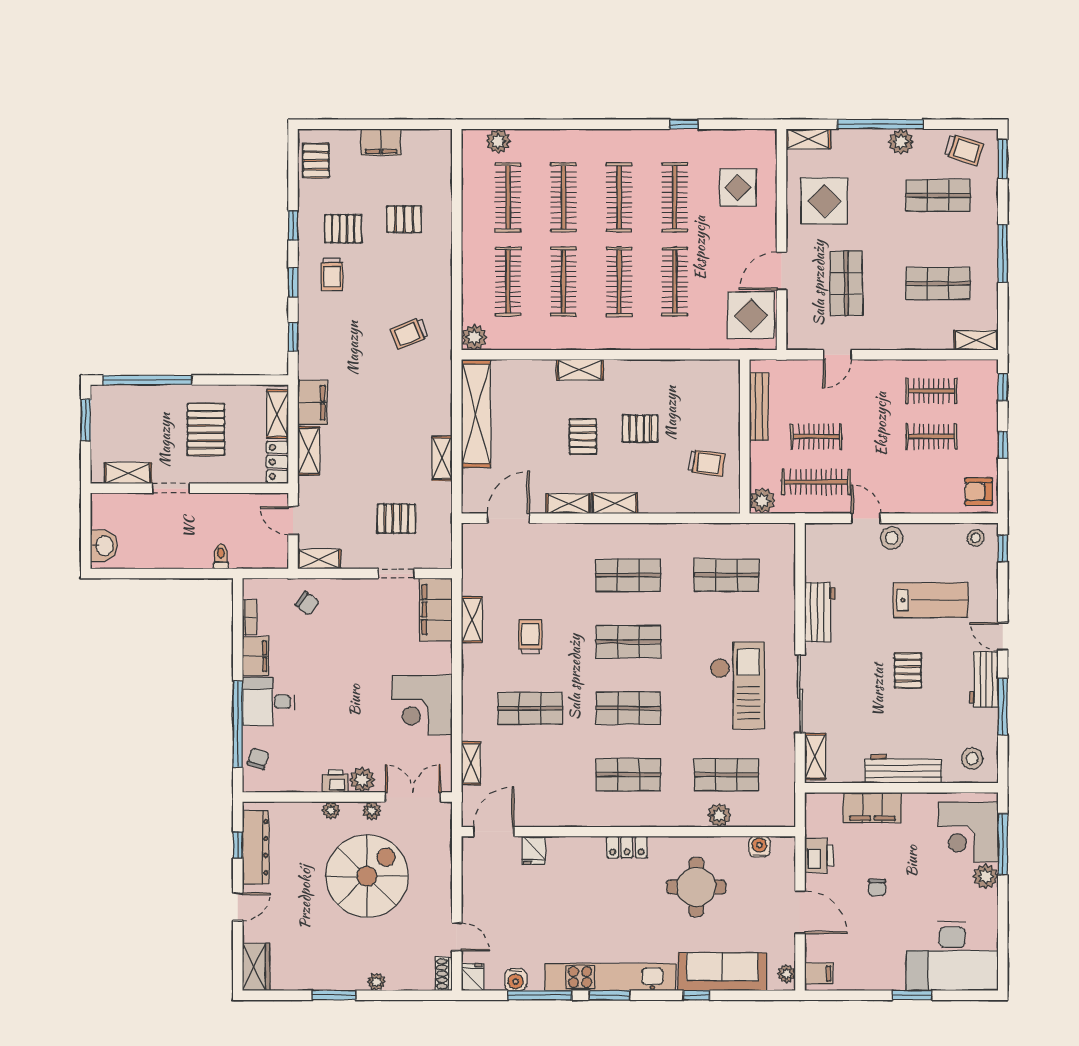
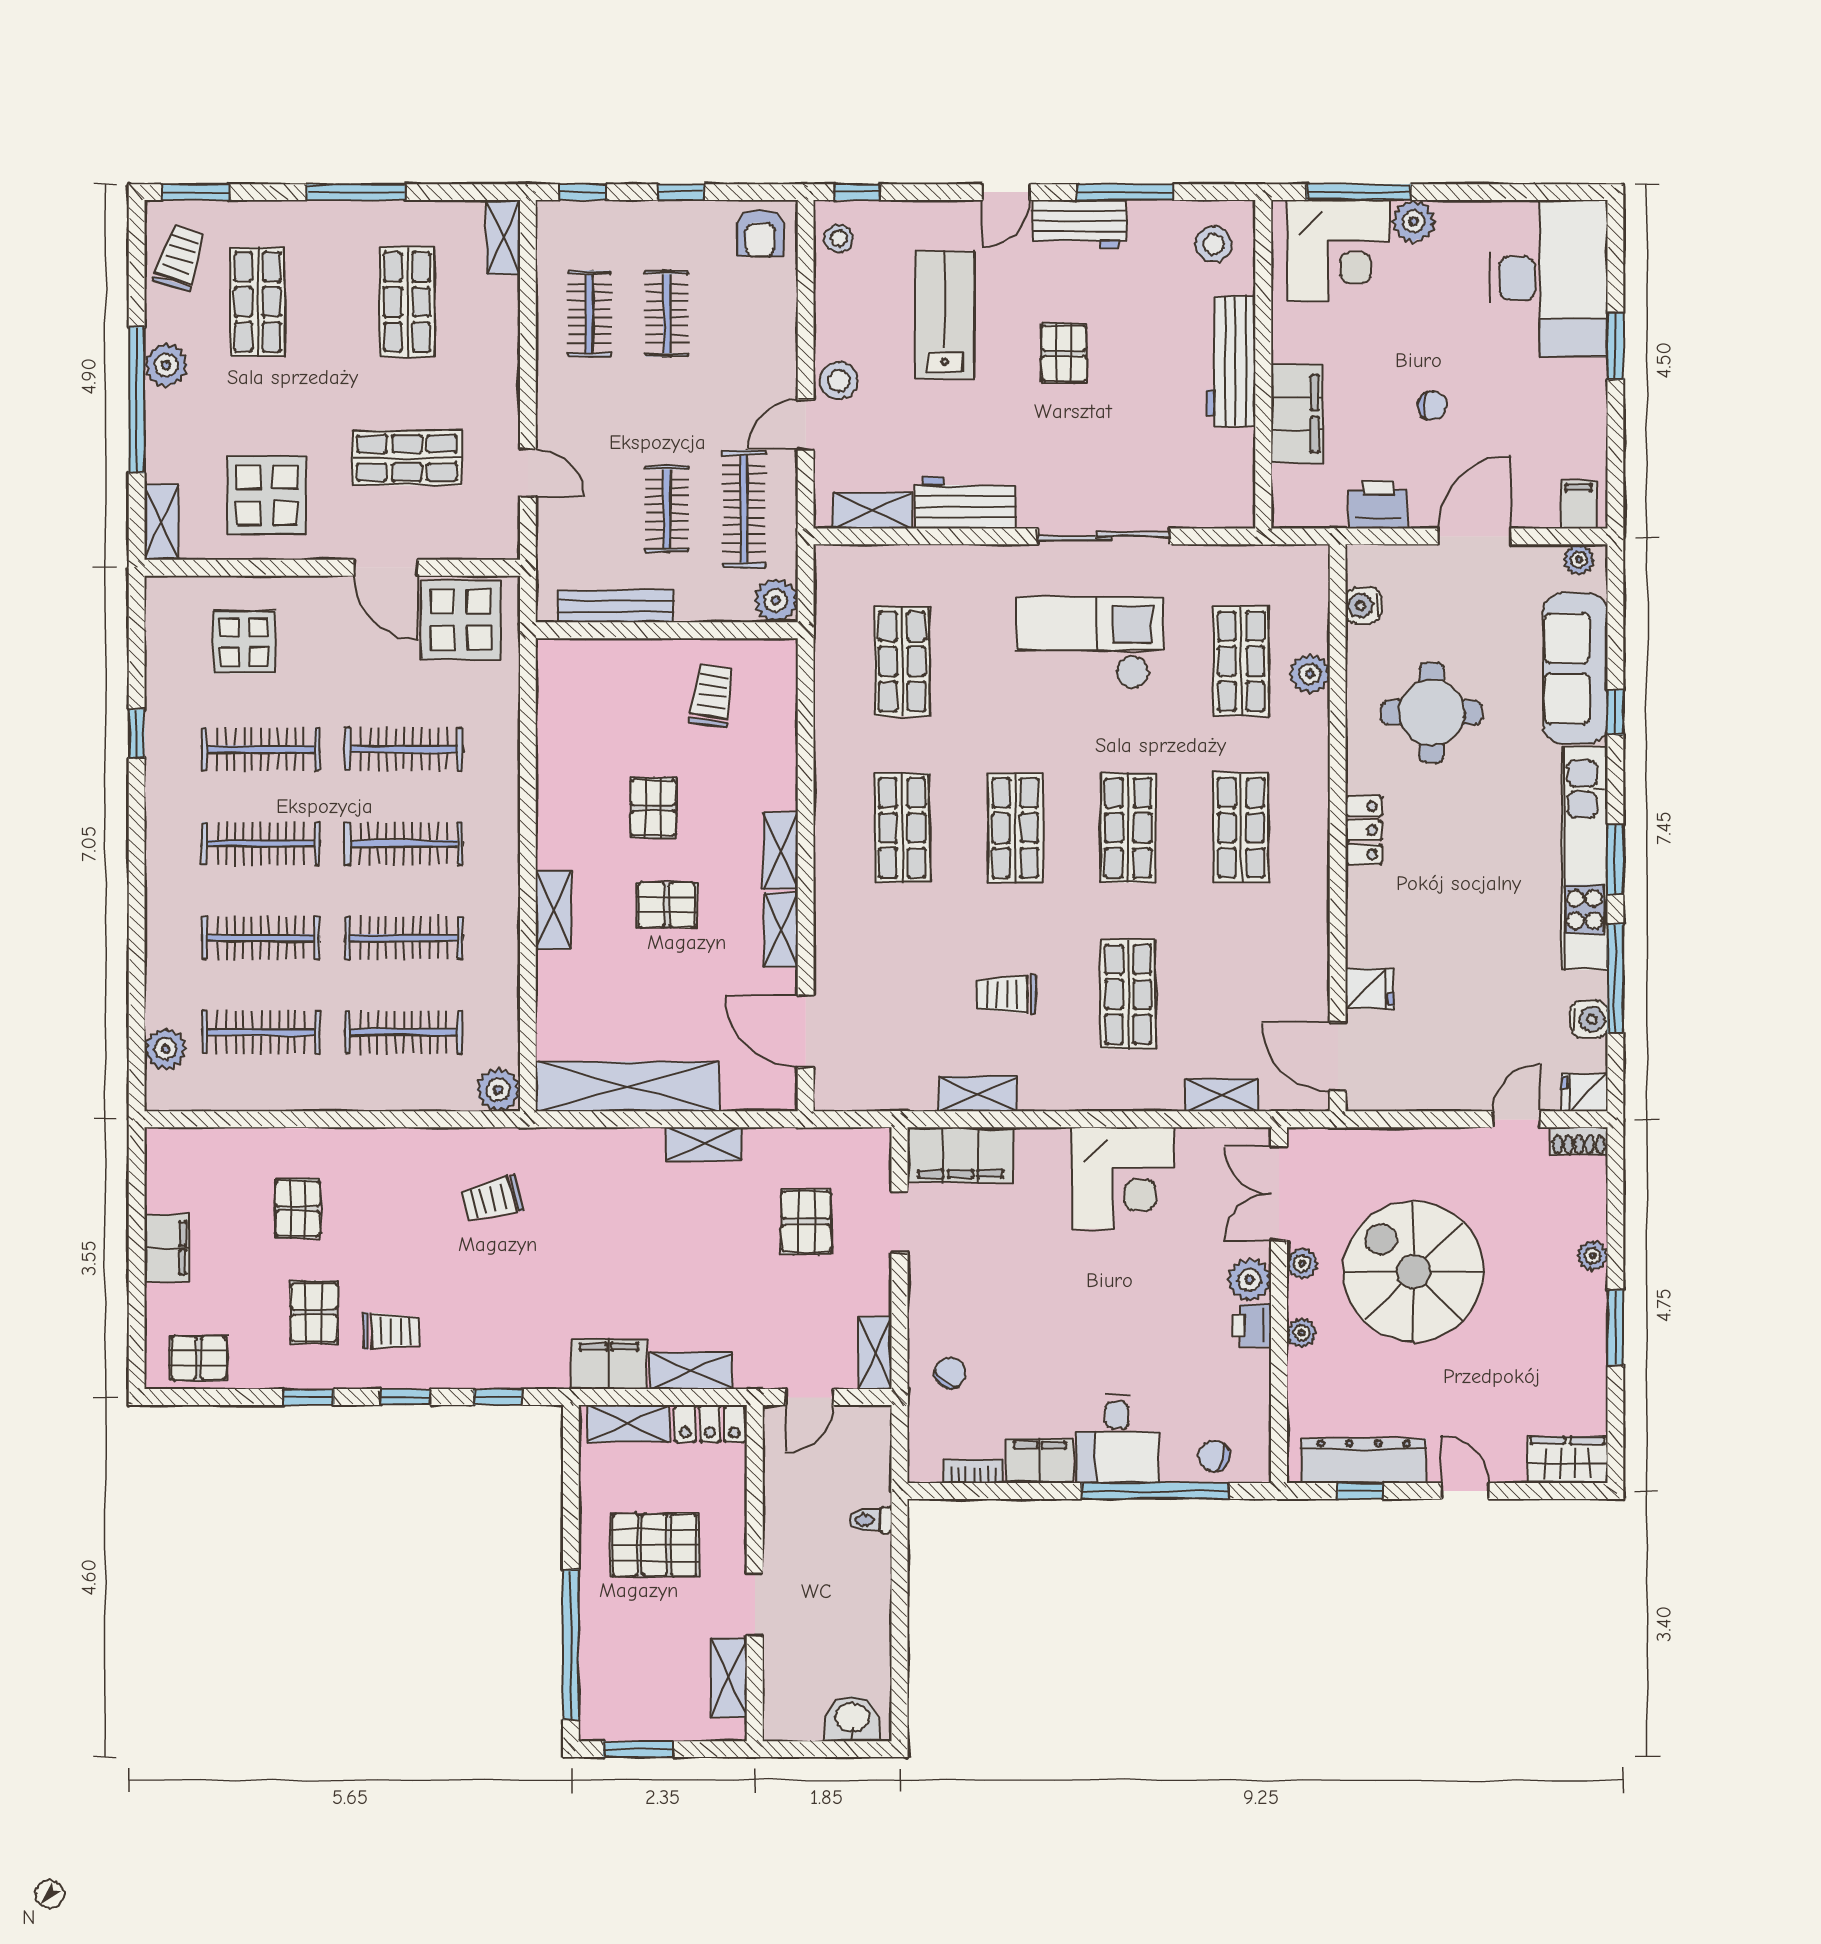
trolley: (410, 333) -> (492, 1199), turned 98
pallet: (908, 670) -> (1064, 353), turned 90
shelving: (815, 756) -> (873, 511), moved

